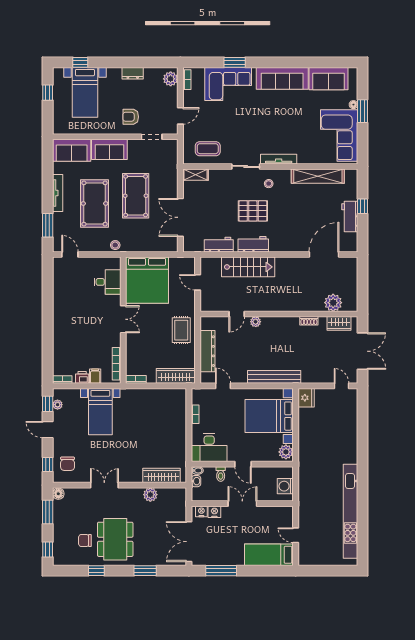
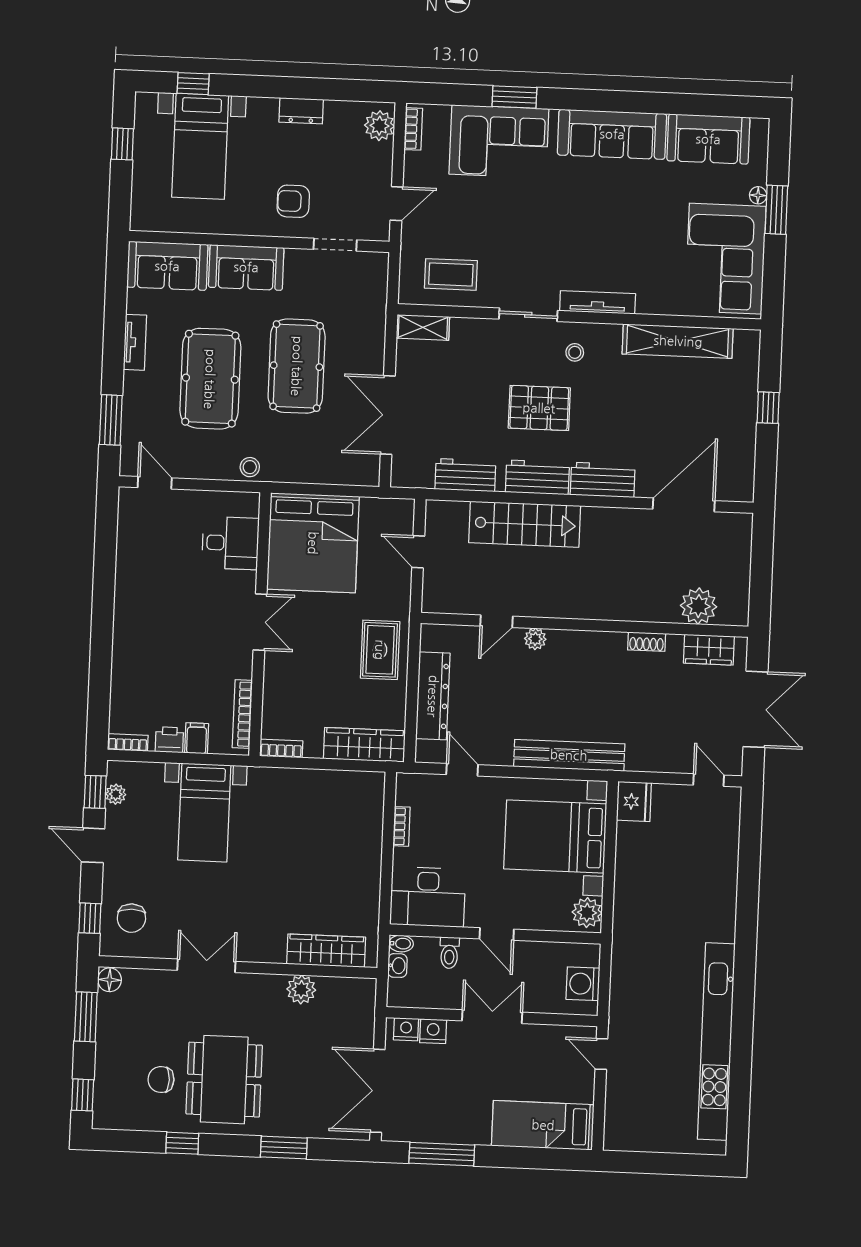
tv unit: (58, 193) -> (135, 342), width x0.71
workbench: (350, 216) -> (603, 480), moved, turned 90
door: (296, 535) -> (601, 1054), moved

